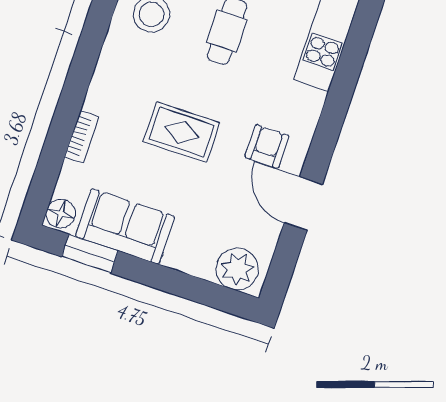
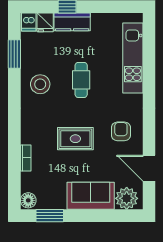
door: (303, 204) -> (149, 168), moved
sofa: (125, 226) -> (91, 196), moved

